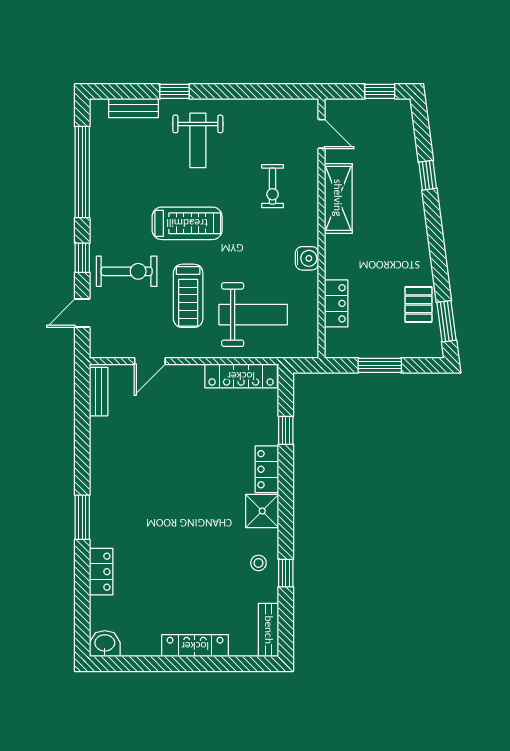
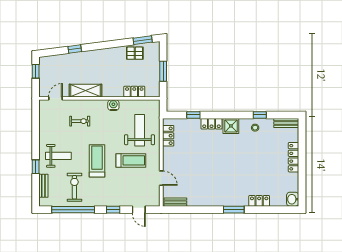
exercise bike: (127, 271) -> (74, 187), moved
locker: (241, 376) -> (168, 136), width x0.66

